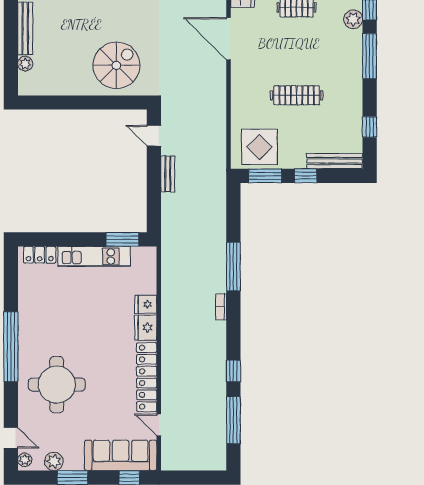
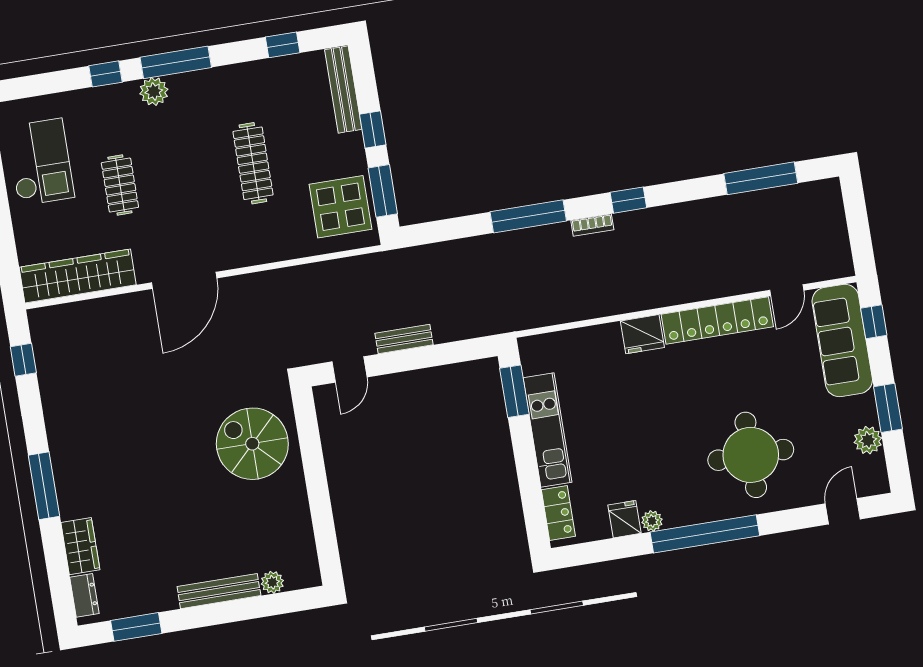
plant: (353, 19) -> (154, 91), moved
fridge: (146, 304) -> (625, 519), moved, turned 180
window: (233, 371) -> (628, 200), moved
plant: (25, 460) -> (652, 521), moved

